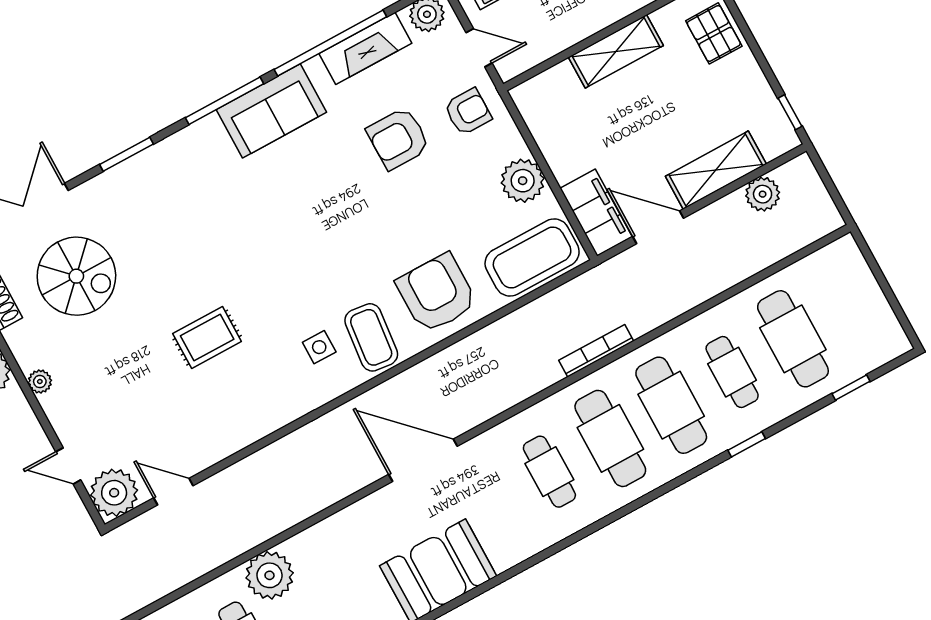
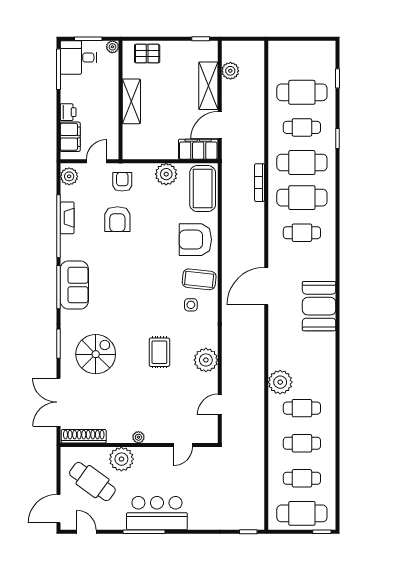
fireplace: (365, 48) -> (67, 218), width x0.73, depth x0.76
sofa: (271, 111) -> (74, 285), moved
spiral stairs: (76, 276) -> (96, 354), moved
plant: (114, 493) -> (206, 360), moved

